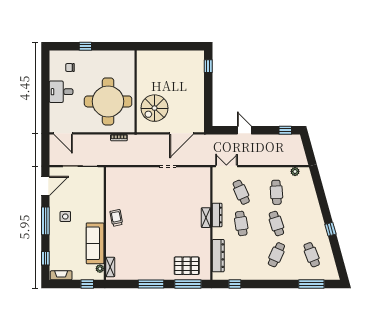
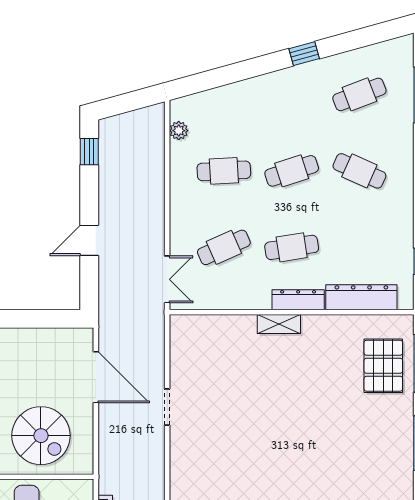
double door: (226, 166) -> (167, 279), swing flipped
dresser: (217, 215) -> (298, 300), moved

